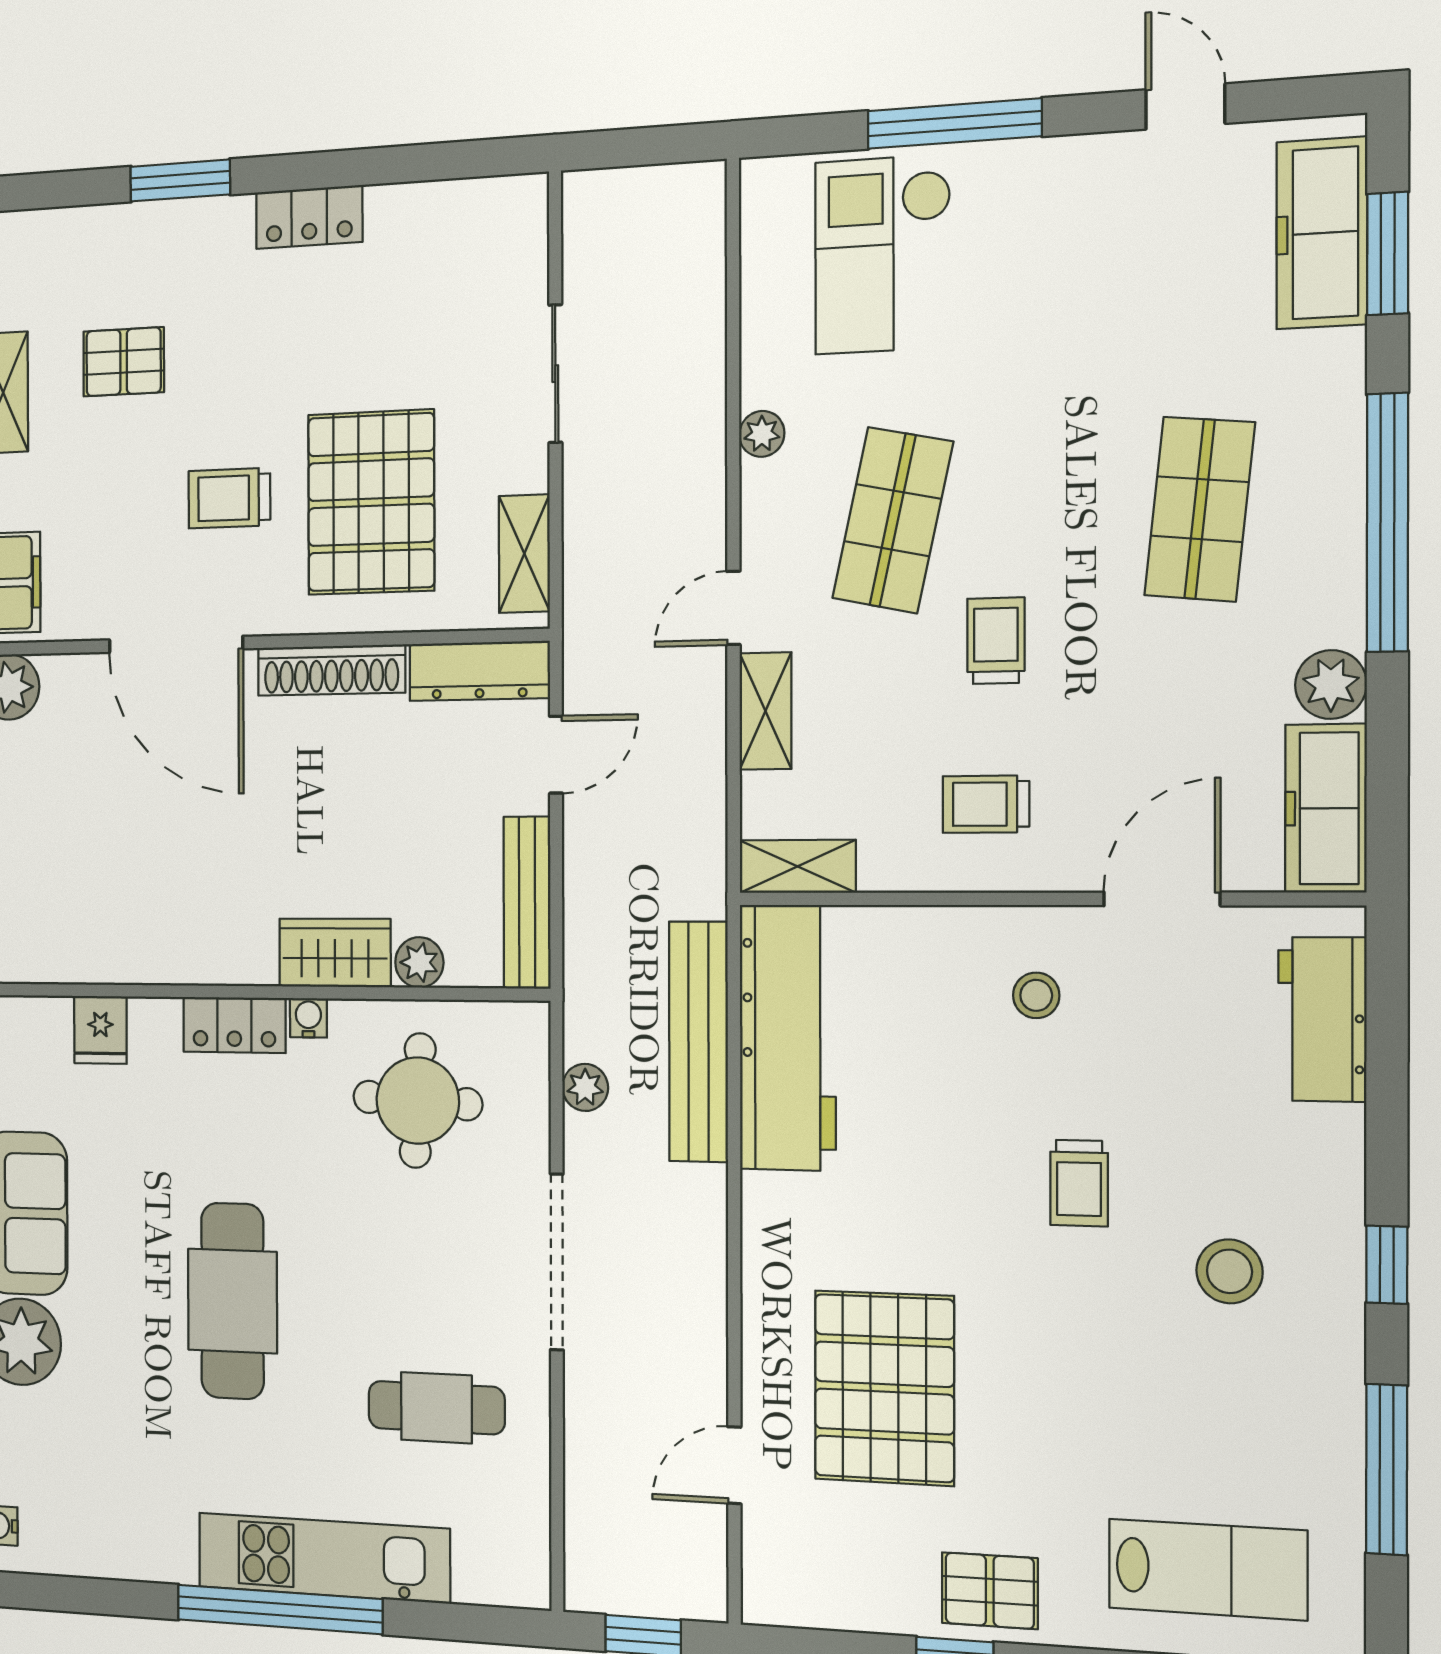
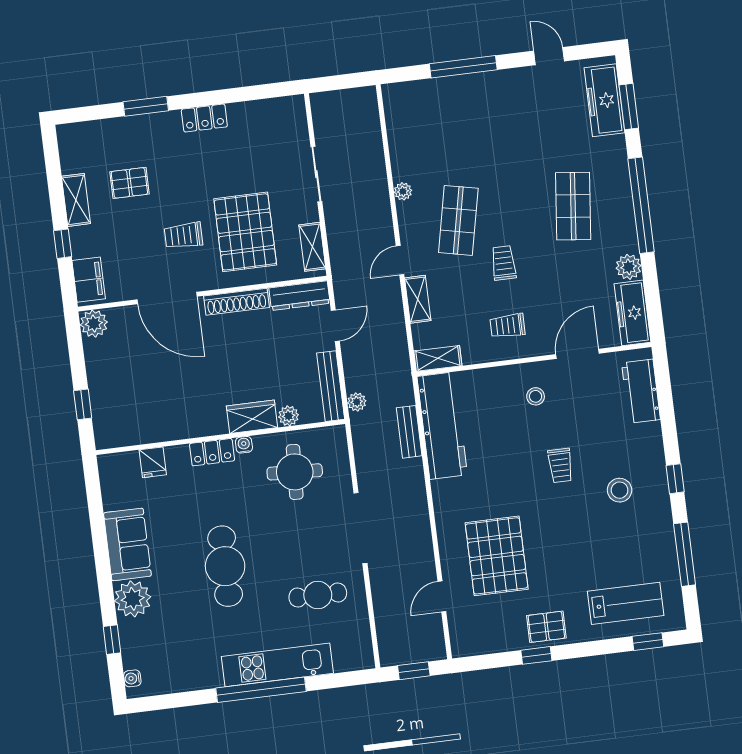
checkout: (883, 255) -> (442, 119), removed
bench: (698, 1042) -> (409, 432), width x0.54, depth x0.82
plant: (585, 1087) -> (357, 402), moved

